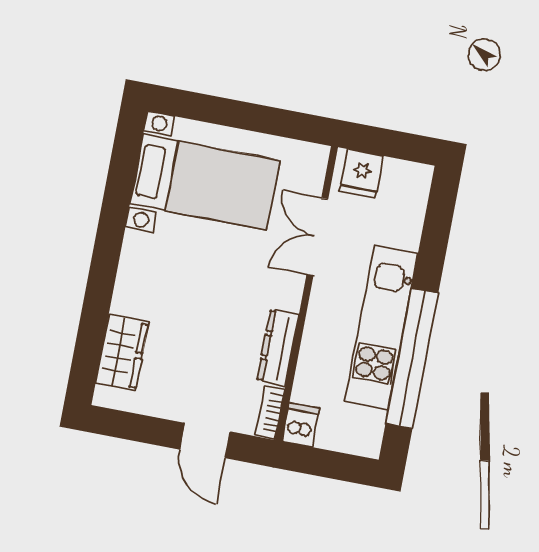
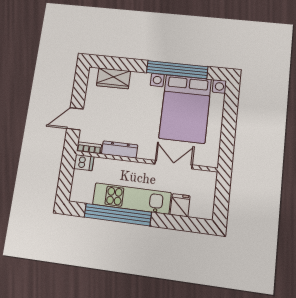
fridge: (362, 174) -> (180, 205), moved, turned 90
bed with nightstands: (205, 182) -> (185, 109), width x1.36
window: (114, 213) -> (177, 70), added

